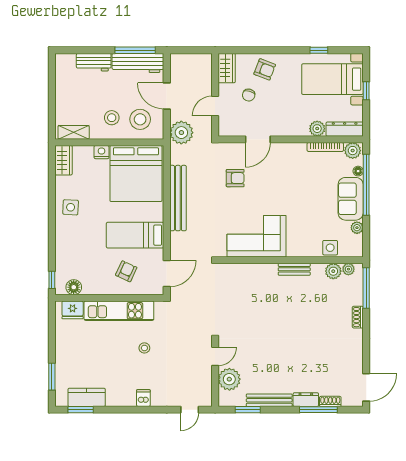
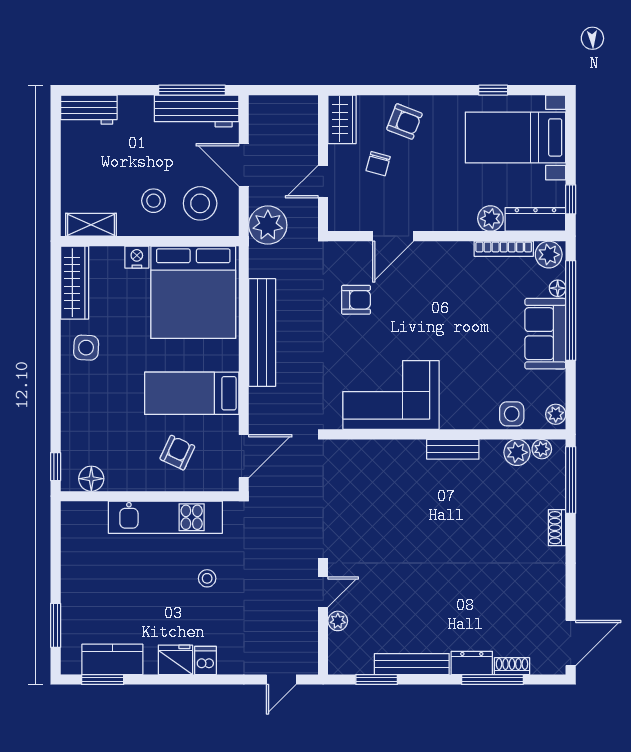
workbench: (94, 62) -> (89, 110), moved
window: (366, 91) -> (571, 199), moved
wardrobe: (64, 160) -> (75, 283), width x1.50
plant: (357, 228) -> (556, 414), moved
fridge: (73, 310) -> (175, 660), moved, turned 180
plant: (229, 379) -> (338, 621), width x0.53, depth x0.53

